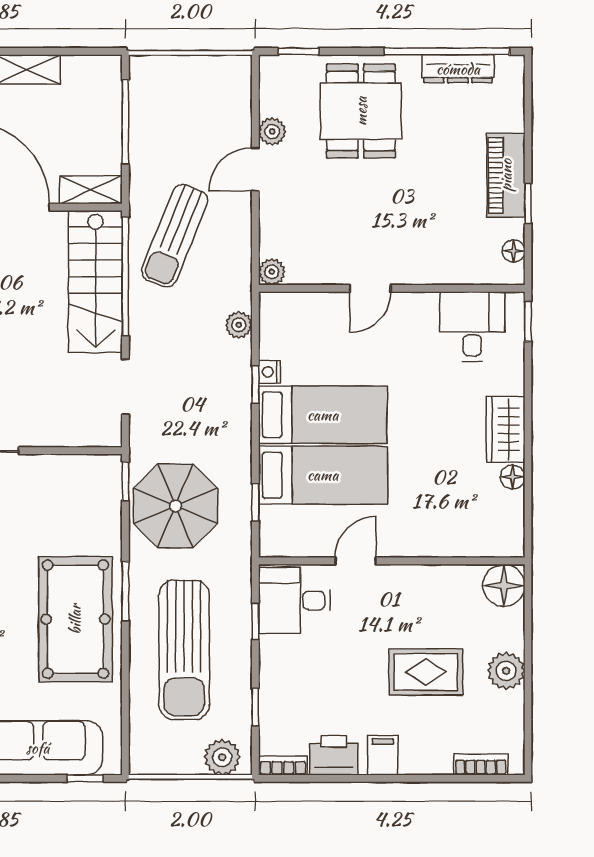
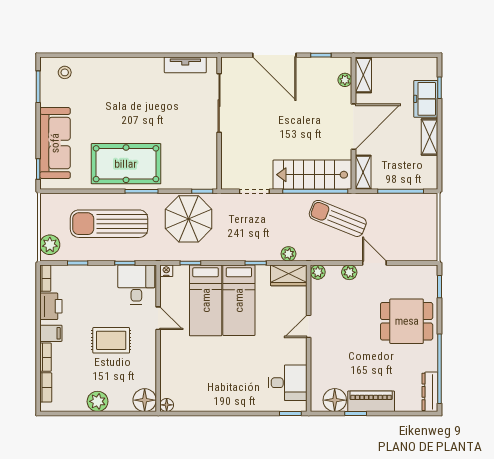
dresser: (458, 69) -> (430, 392), moved
plant: (272, 131) -> (349, 272), moved
floor lamp: (514, 251) -> (335, 400), width x1.89, depth x1.89
door: (370, 288) -> (309, 326), hinge flipped
nightstand: (269, 372) -> (166, 271), moved
wardrobe: (506, 429) -> (289, 275), moved, turned 180
floor lamp: (513, 477) -> (167, 405), moved
rug: (426, 672) -> (111, 340), moved, turned 90
bookcase: (426, 765) -> (46, 357), added

